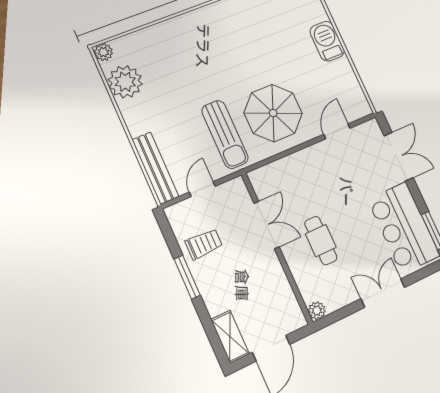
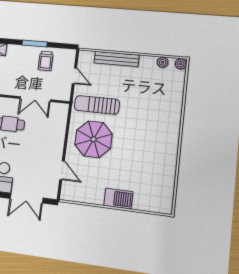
plant: (125, 82) -> (163, 62), width x0.53, depth x0.53
bench: (155, 168) -> (116, 59), moved

